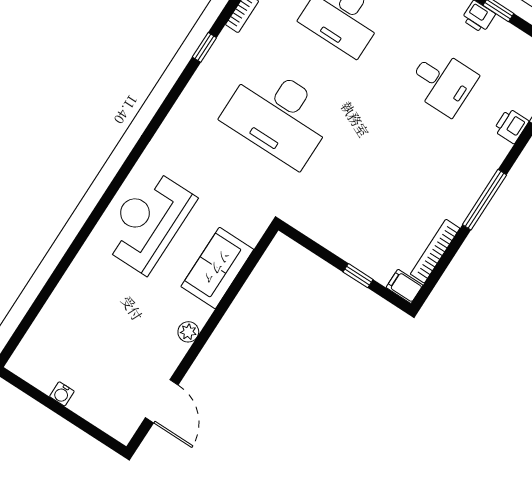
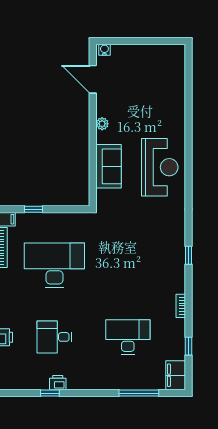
window: (204, 47) -> (189, 255), moved
desk: (279, 115) -> (54, 265), moved
water cooler: (62, 394) -> (104, 50), moved

